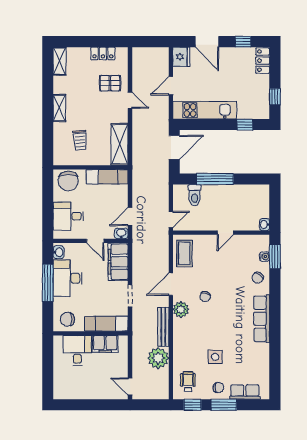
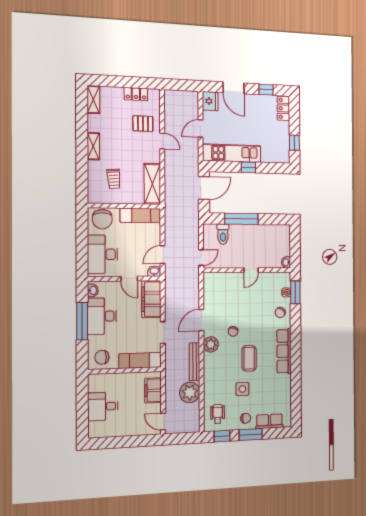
window: (245, 125) -> (248, 167), moved
desk: (68, 216) -> (102, 254), width x1.37
coffee table: (184, 253) -> (249, 358), moved
filing cabinet: (105, 344) -> (153, 390), moved, turned 90
desk: (77, 351) -> (103, 406), moved, turned -90

